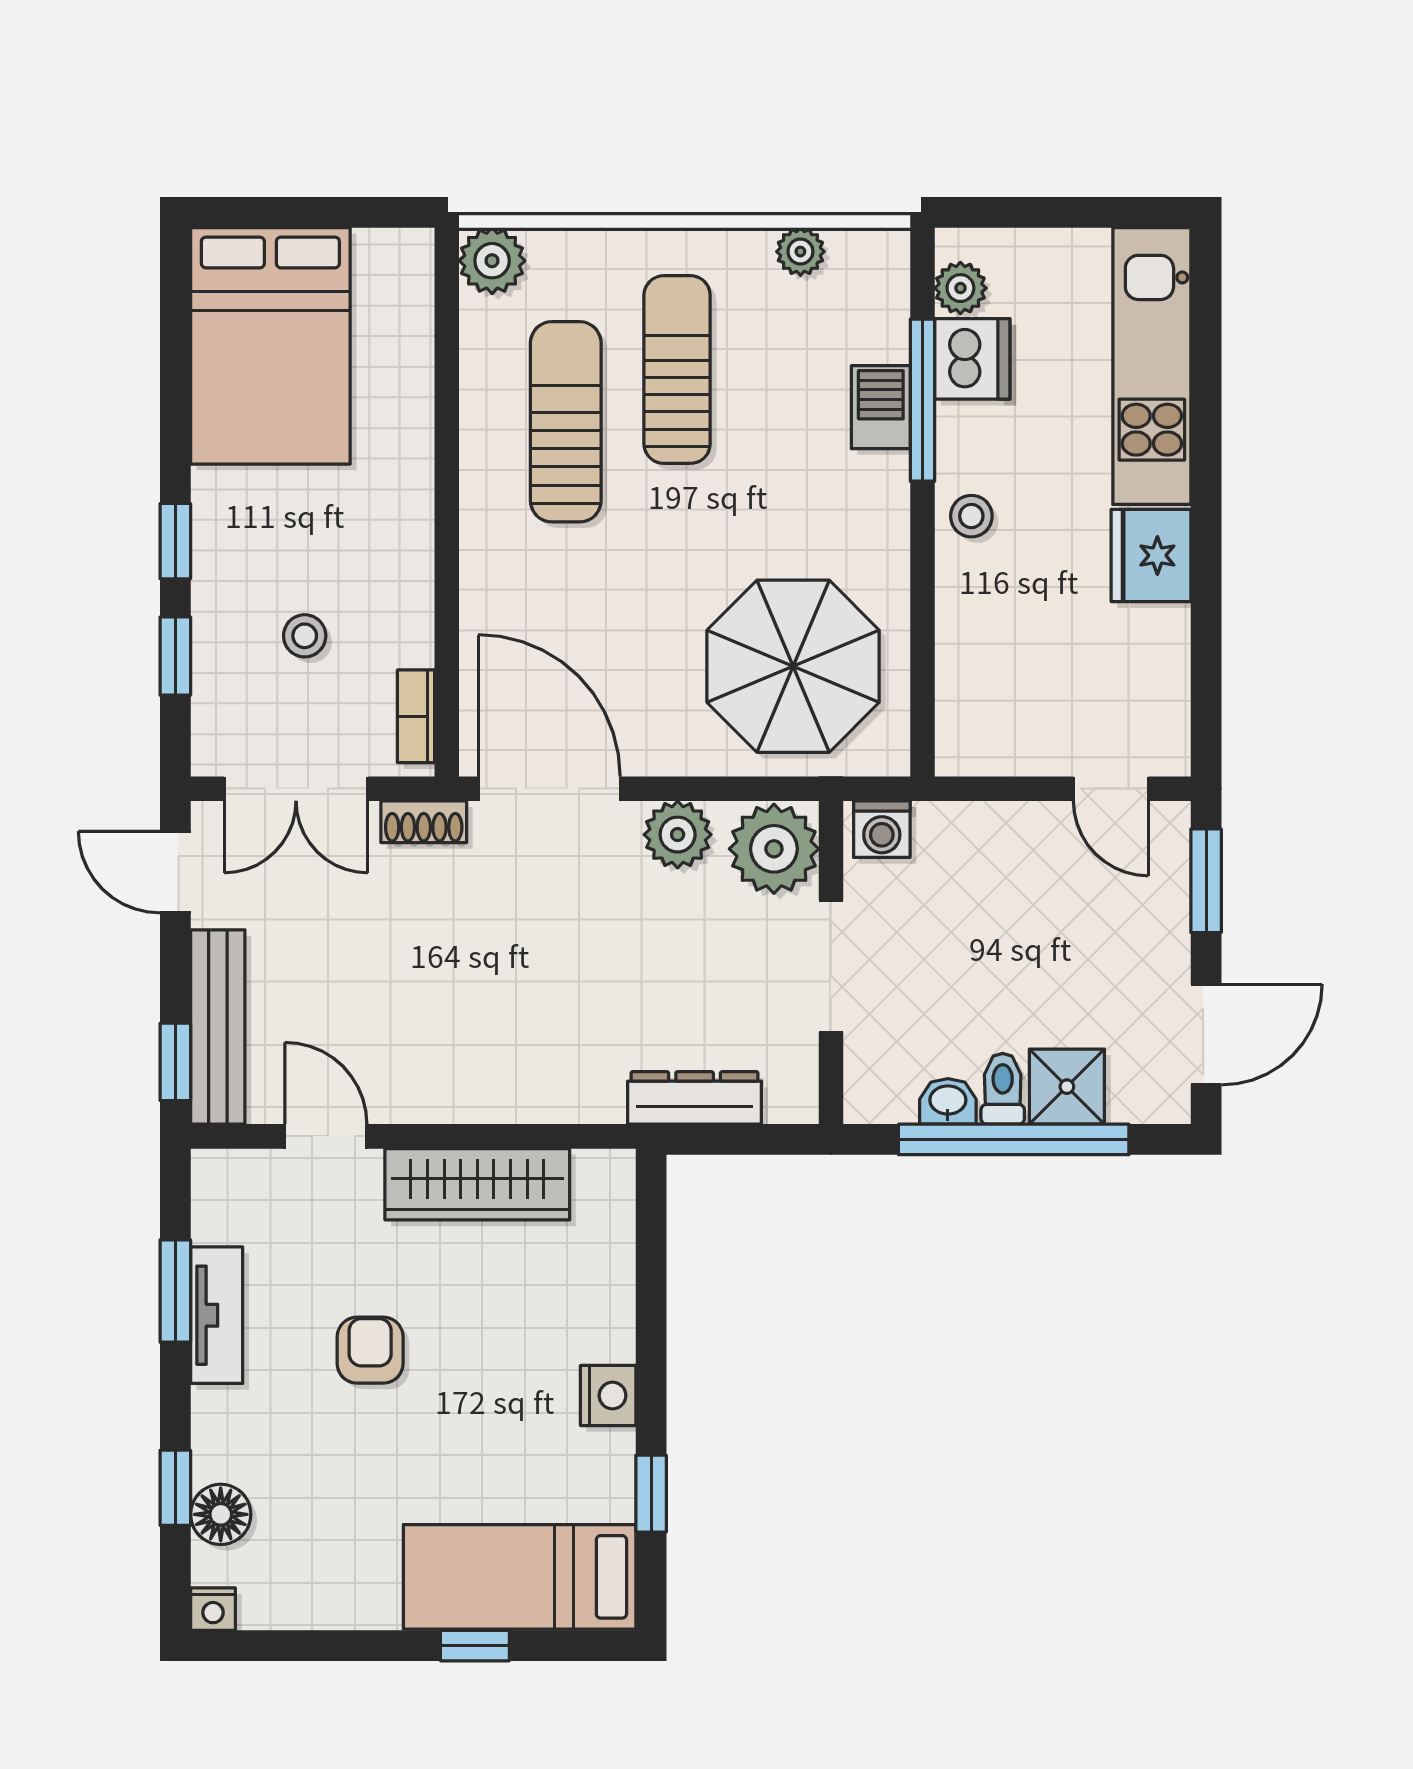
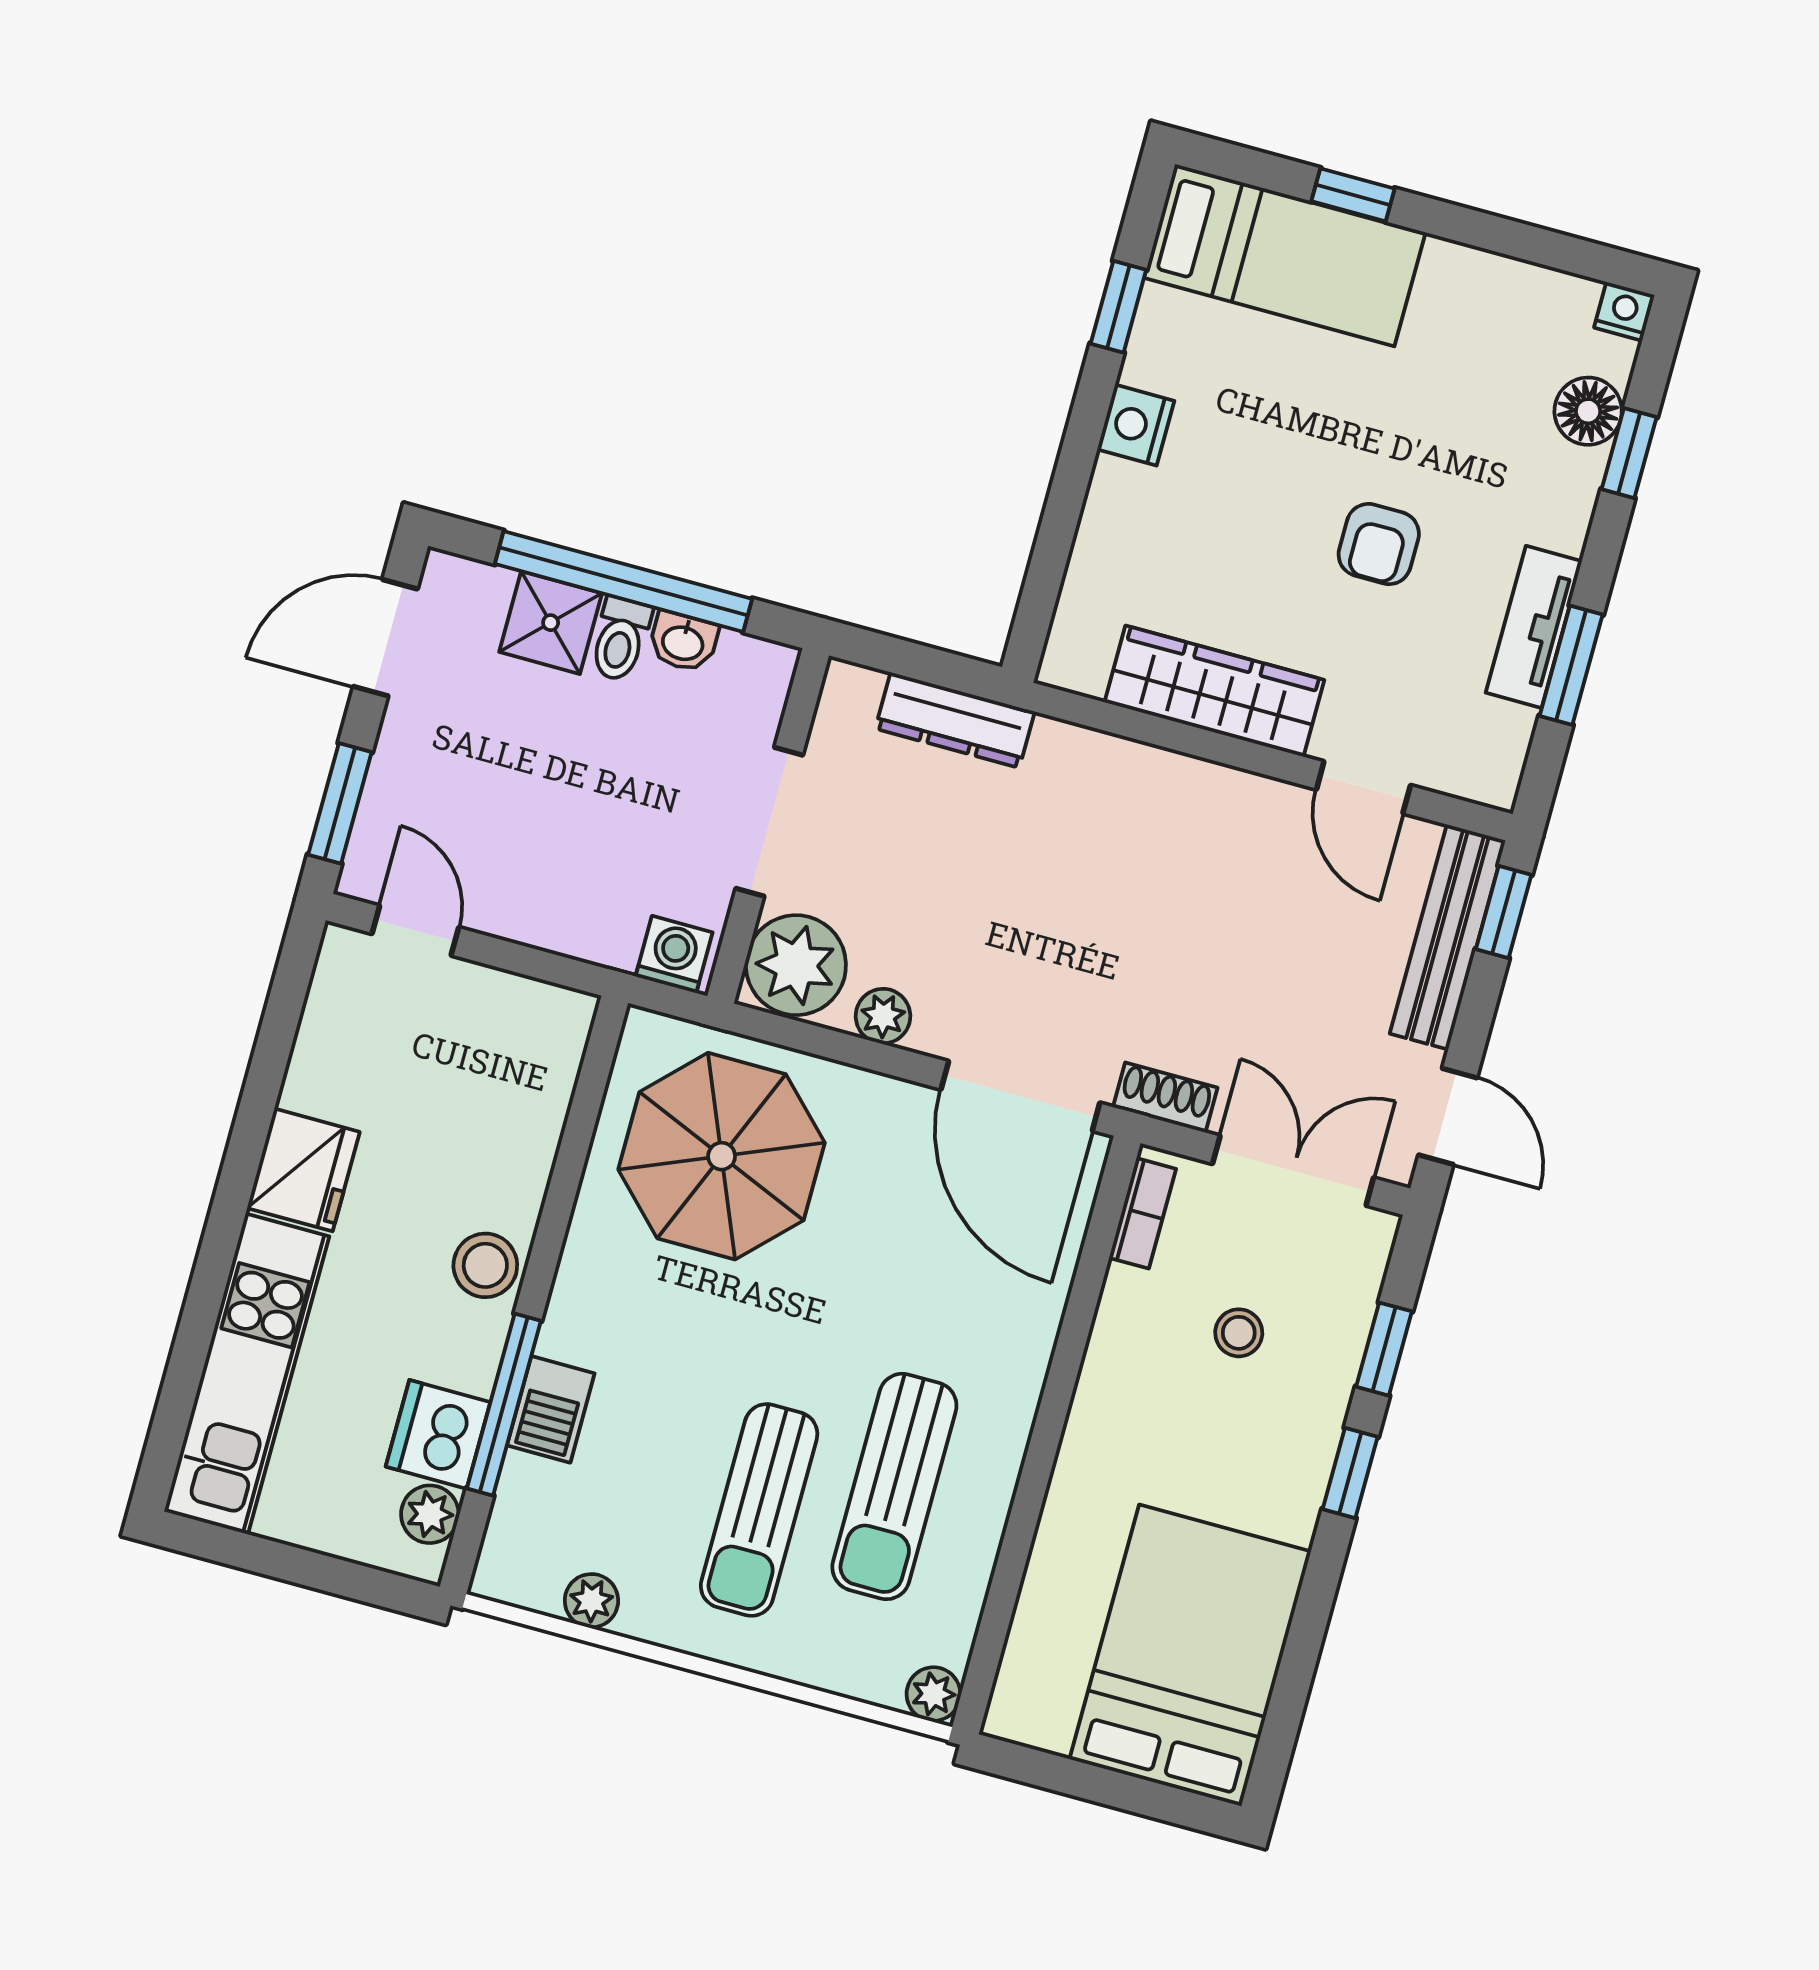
plant: (492, 261) -> (933, 1694), width x0.73, depth x0.73
stool: (971, 516) -> (485, 1265), width x1.37, depth x1.37
plant: (678, 835) -> (883, 1016), width x0.73, depth x0.73

